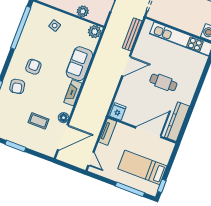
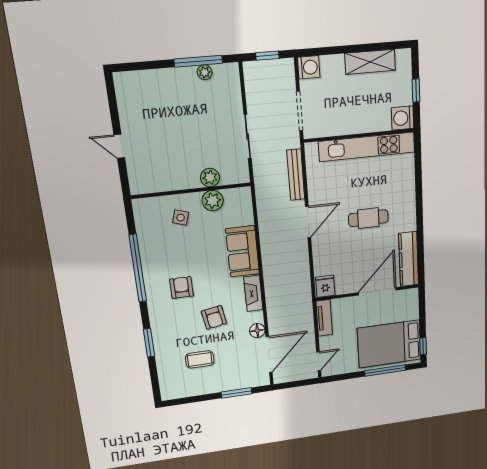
window: (21, 28) -> (138, 268), moved
plant: (95, 32) -> (213, 201), moved
armchair: (17, 86) -> (214, 317), moved
coffee table: (38, 121) -> (200, 359), moved
window: (15, 146) -> (236, 393), moved
door: (91, 159) -> (319, 361), hinge flipped
bed: (142, 167) -> (389, 344), width x1.50

